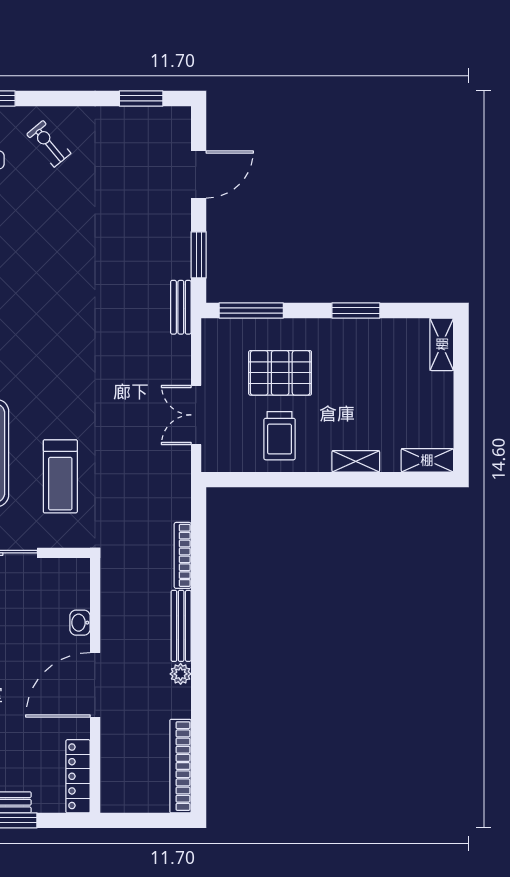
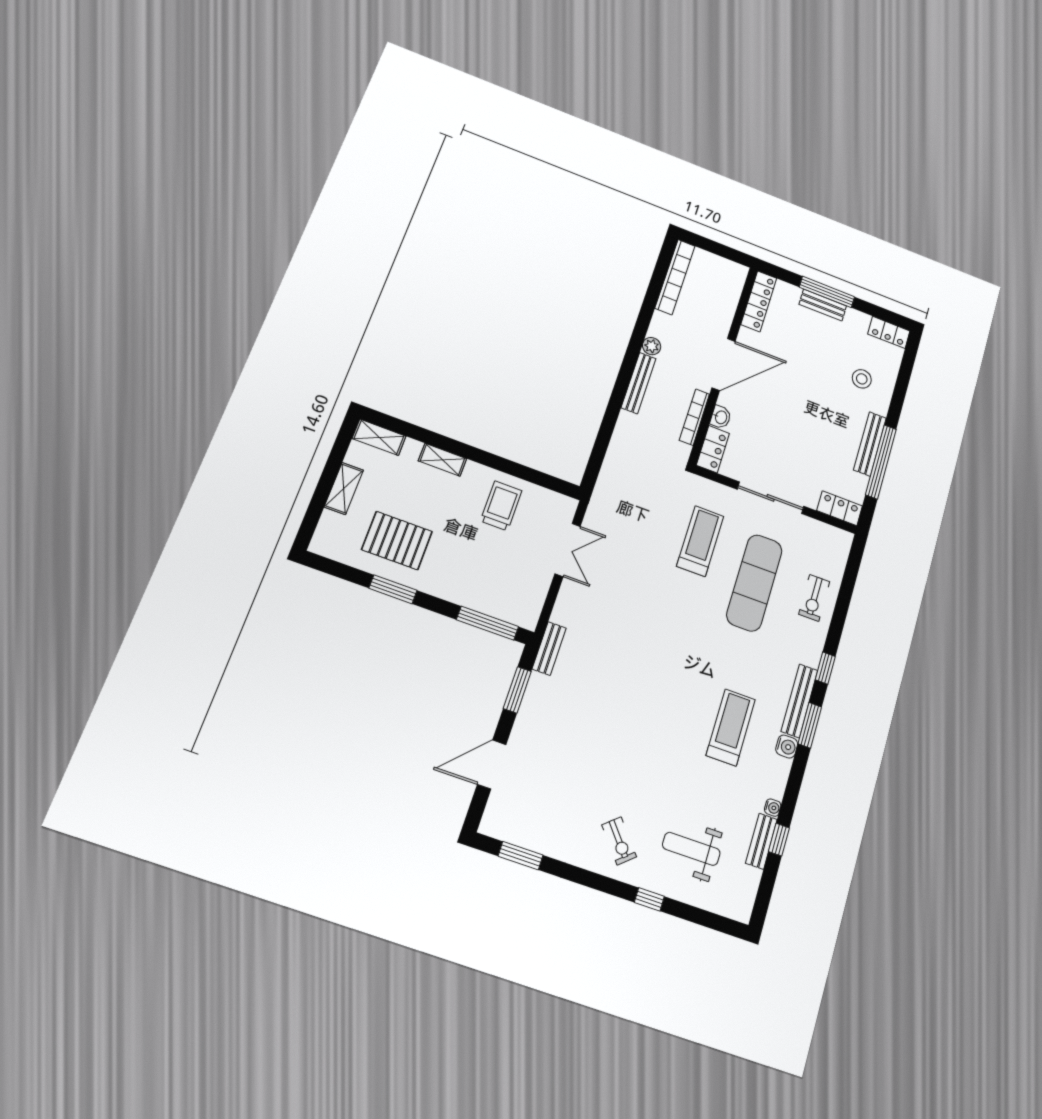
shelving: (442, 344) -> (344, 489), moved
pallet: (280, 373) -> (397, 541), moved
bookcase: (183, 555) -> (694, 417), moved, turned 180
locker: (77, 583) -> (713, 449), added

